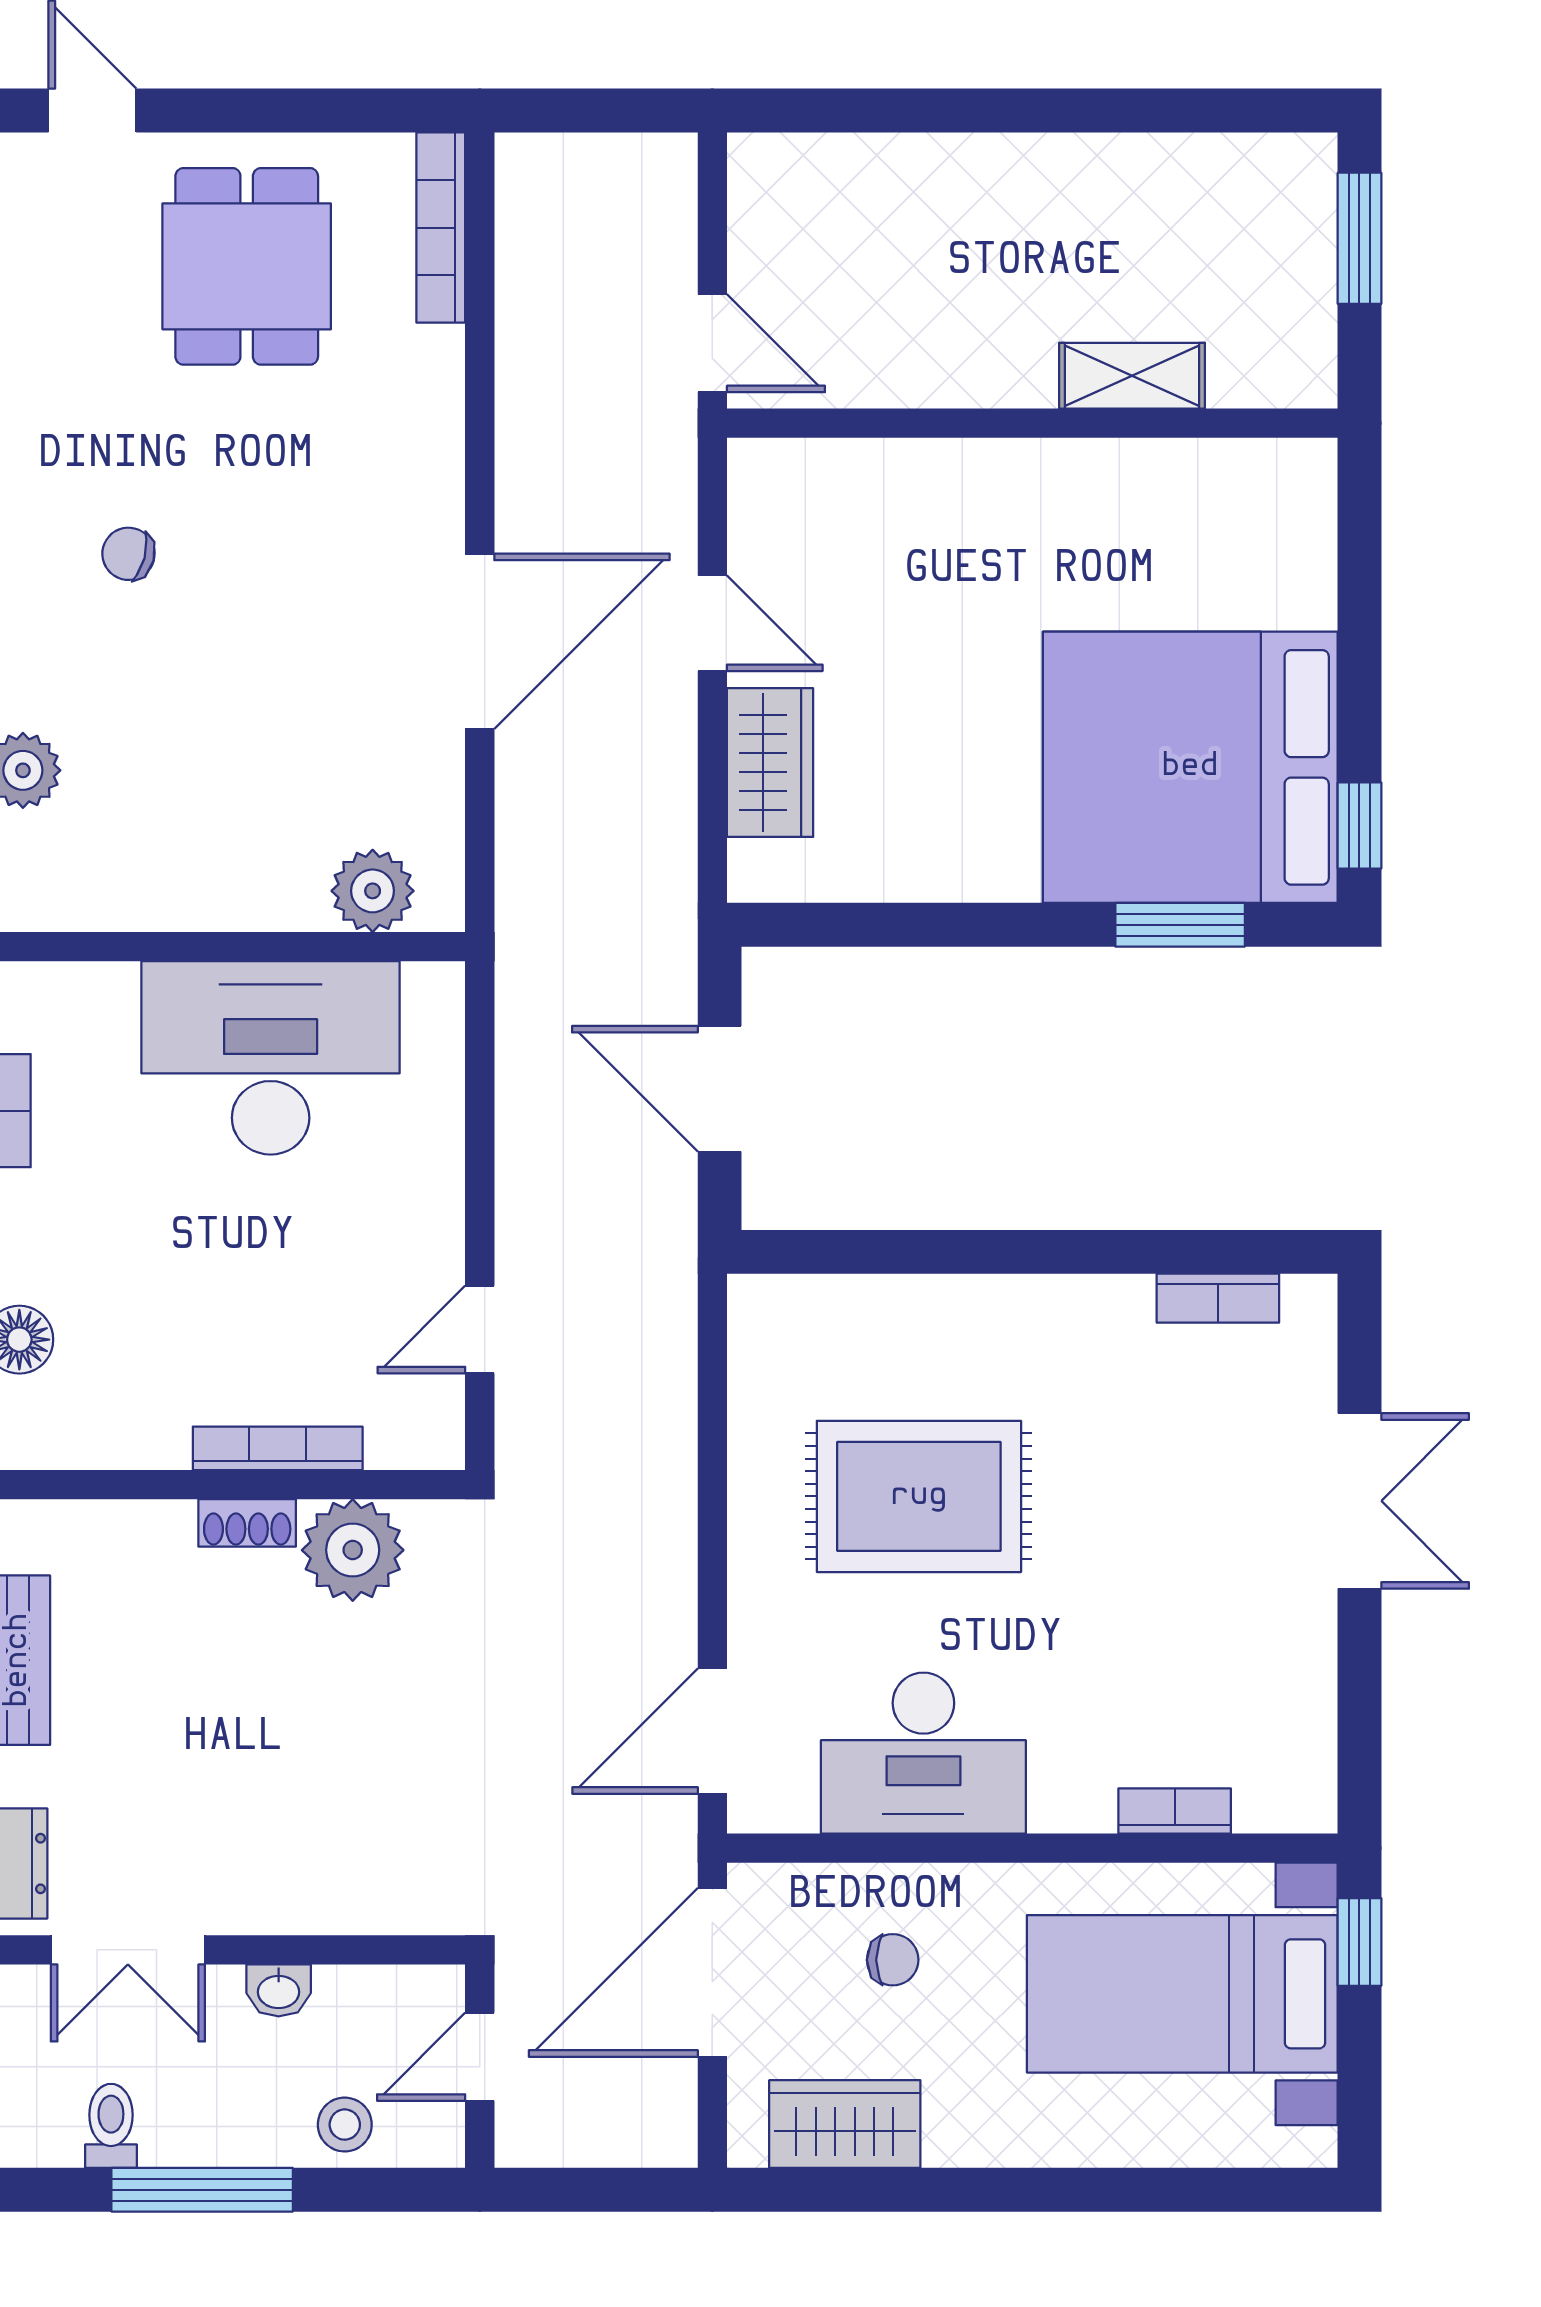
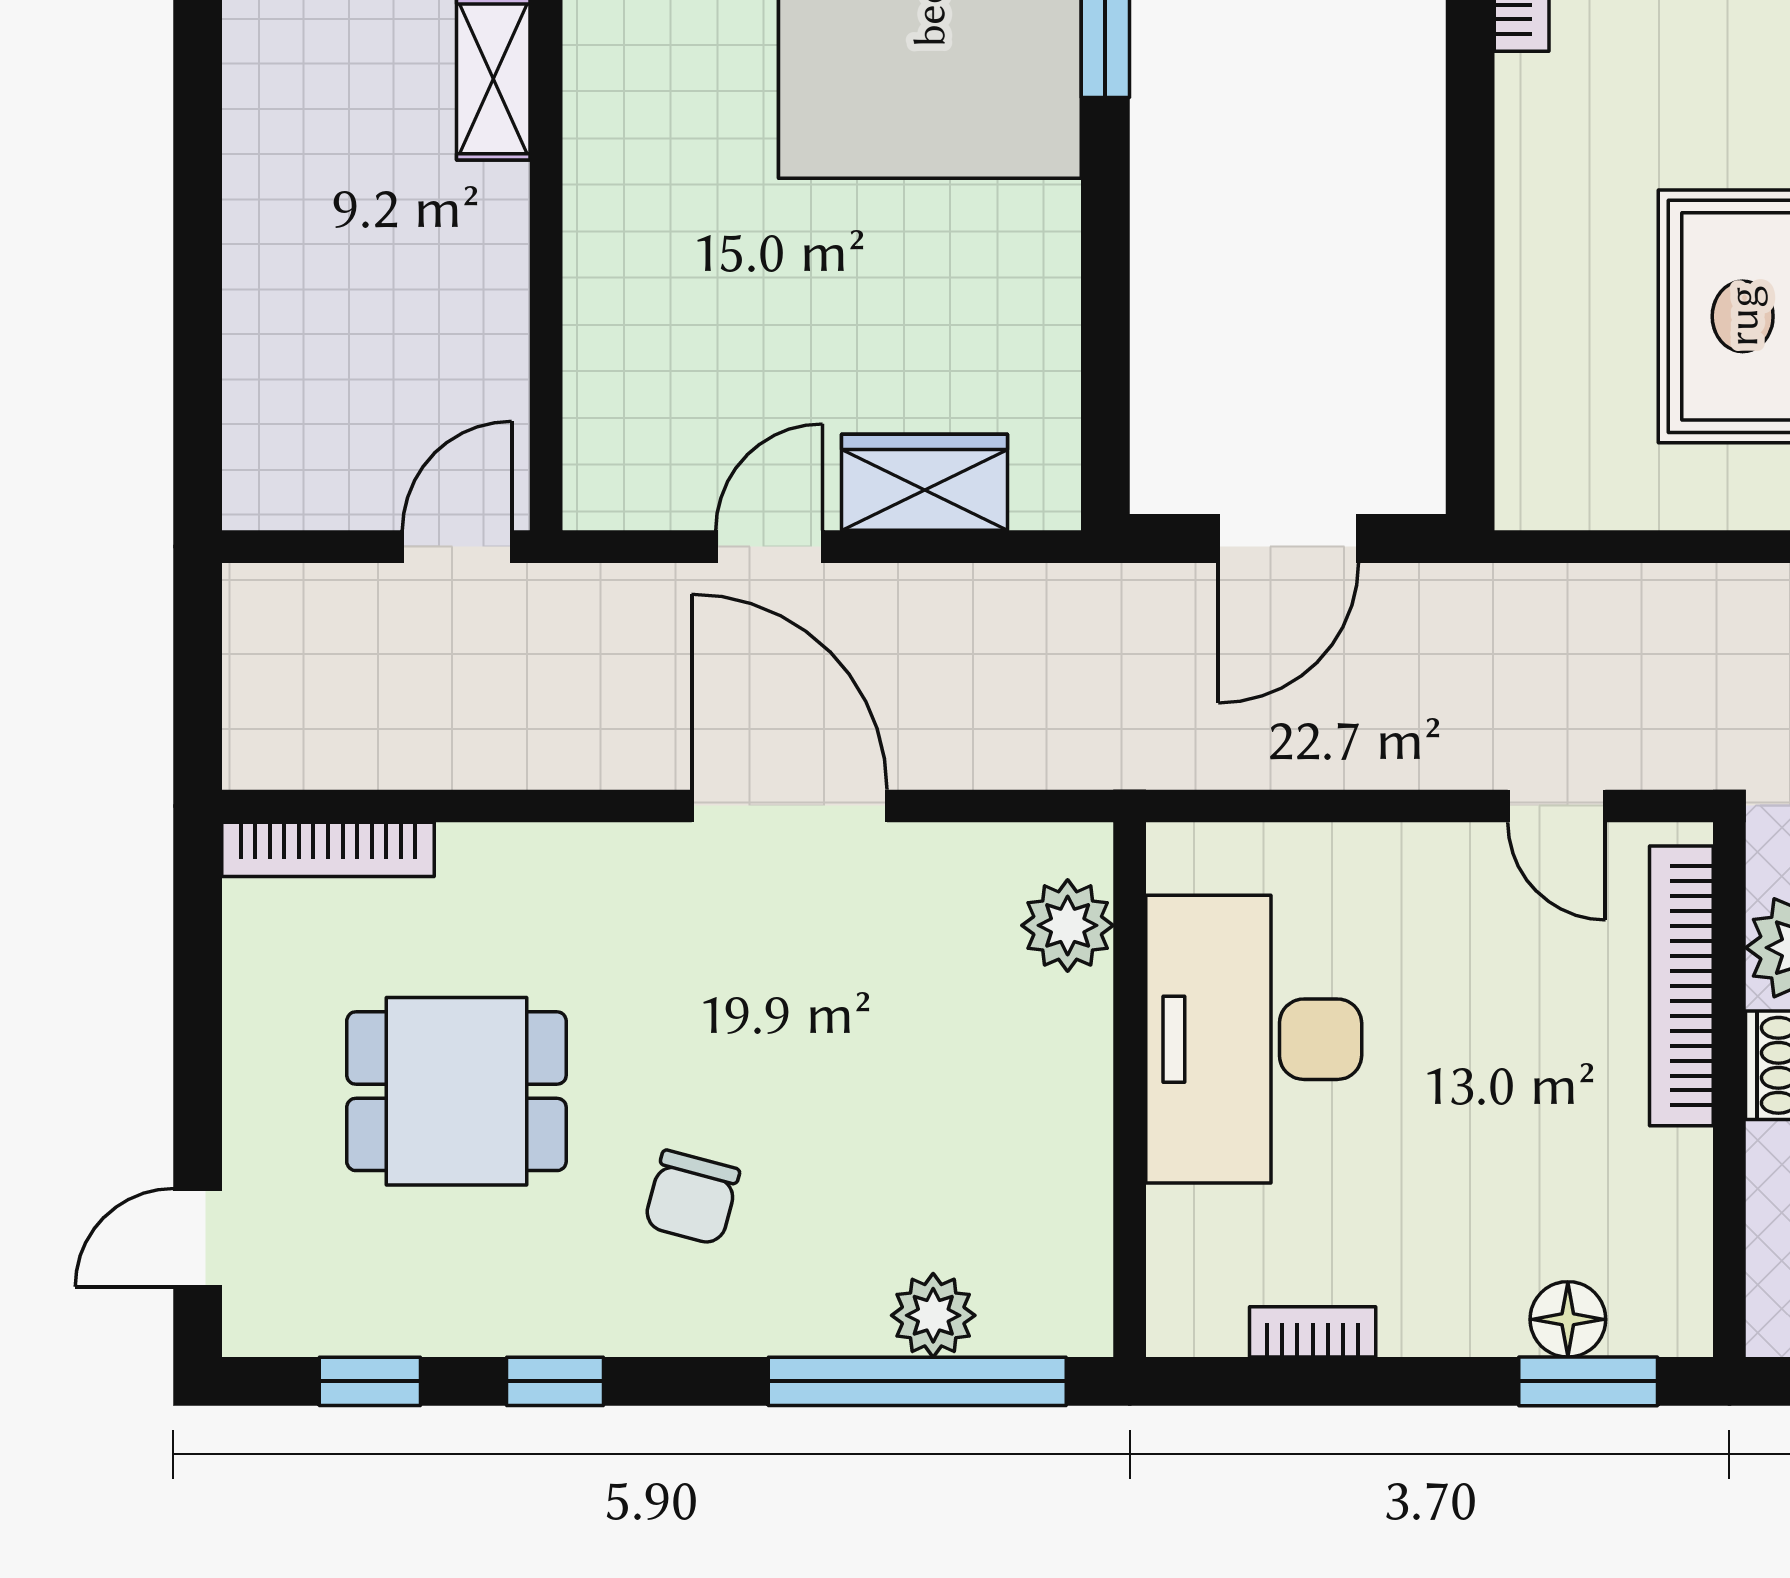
dining table: (247, 266) -> (456, 1091), moved
chair: (128, 554) -> (692, 1198), width x1.37, depth x1.37
bookcase: (278, 1448) -> (1681, 986), width x1.48, depth x1.31

